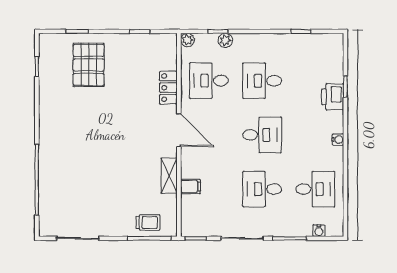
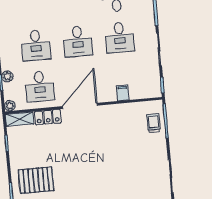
door: (179, 130) -> (80, 106), width x1.36
desk: (262, 135) -> (78, 41), turned 180
shelving: (169, 175) -> (20, 119), moved

